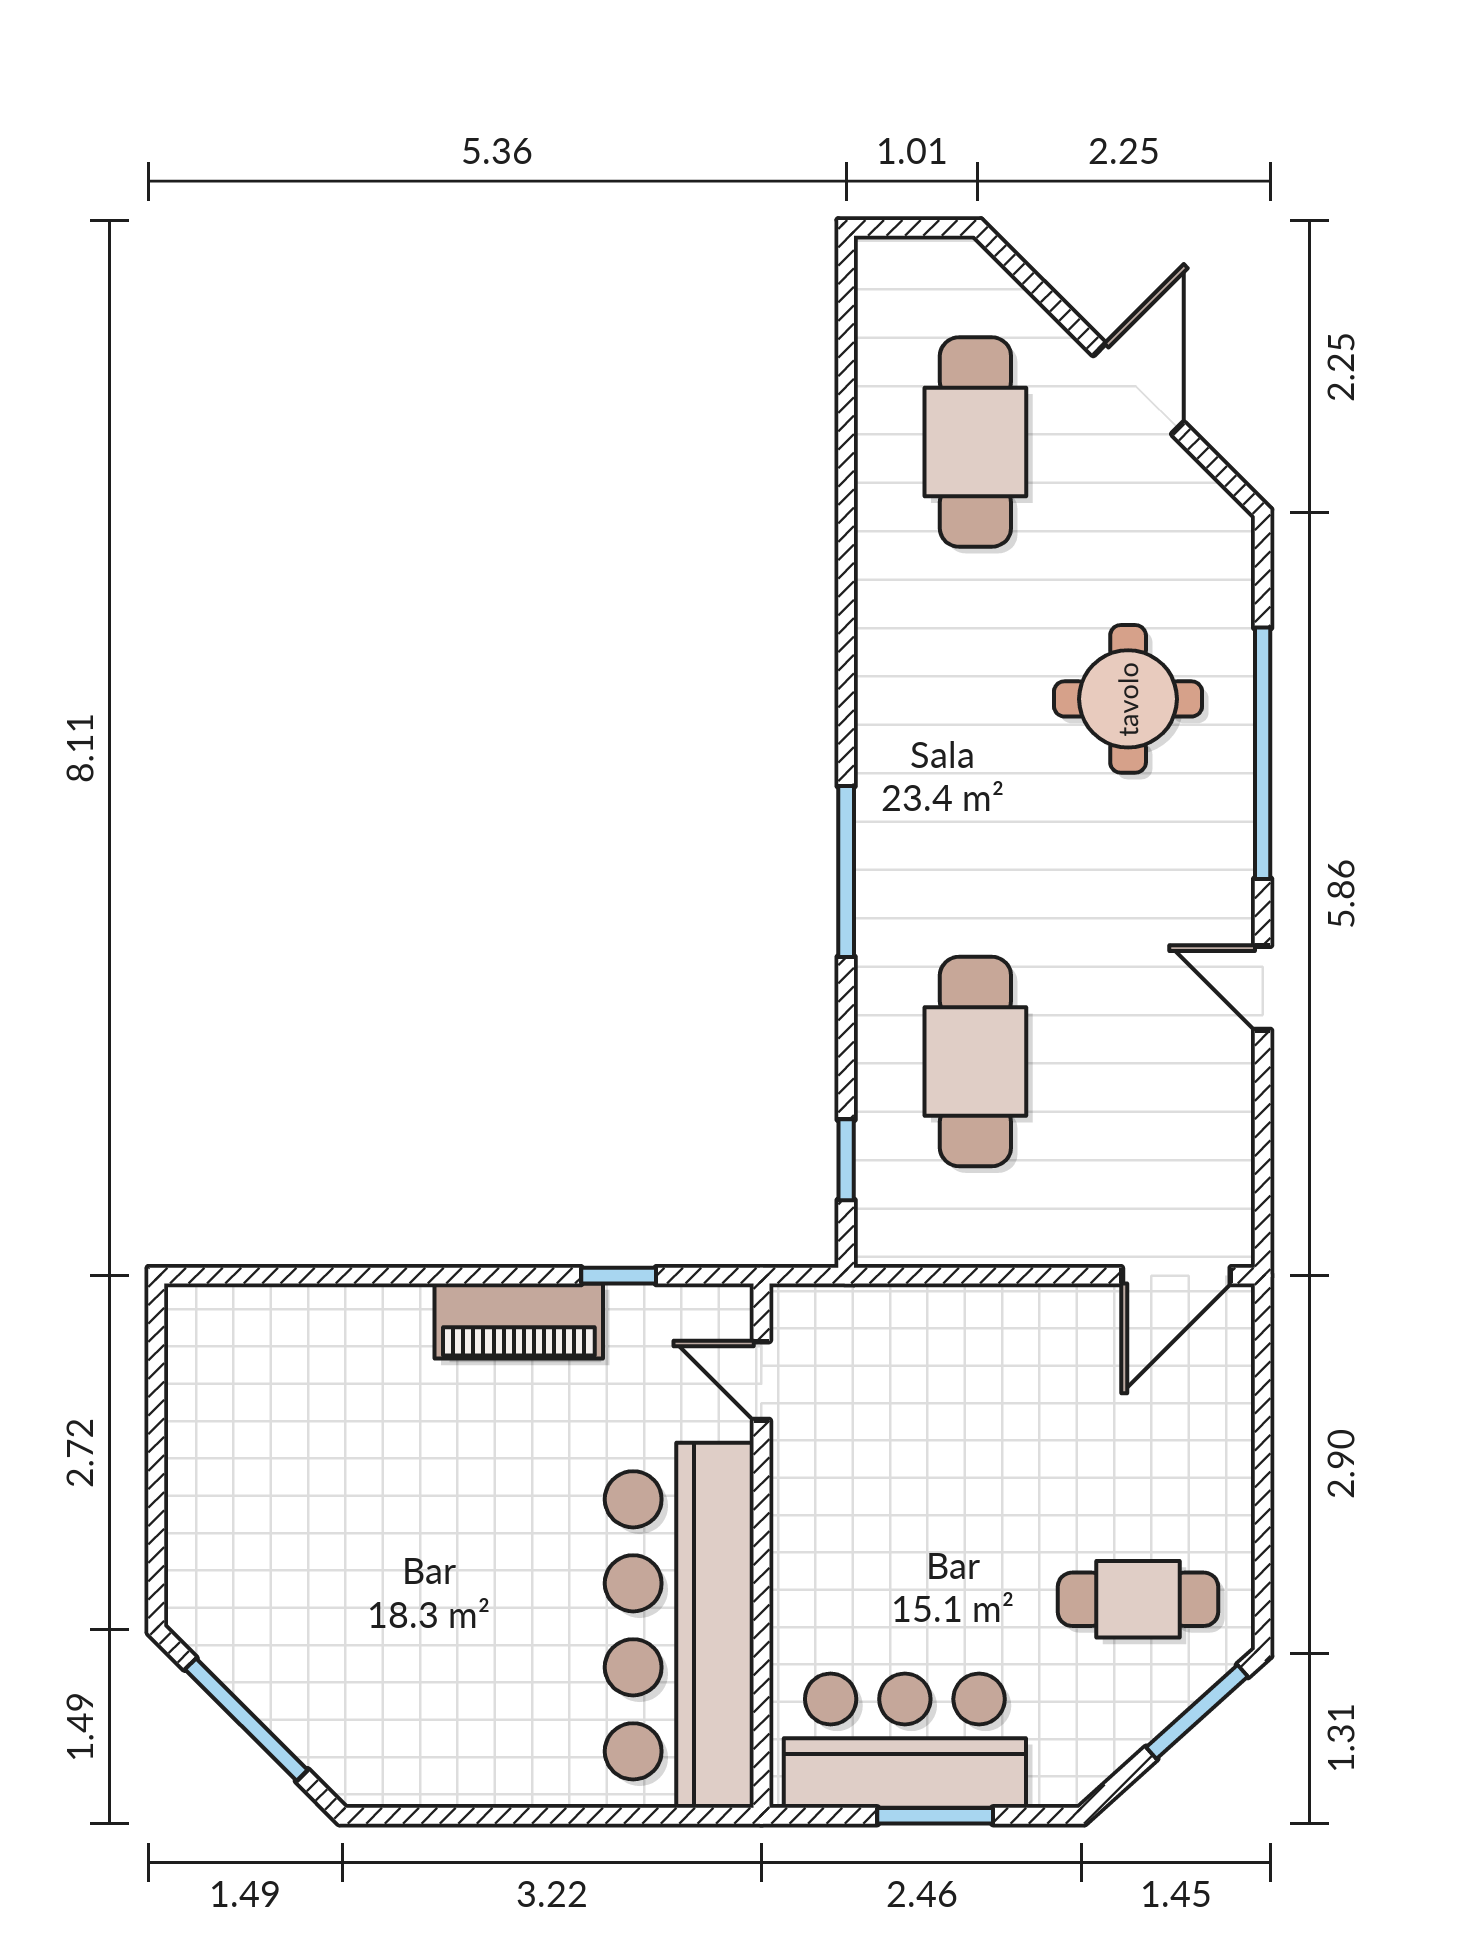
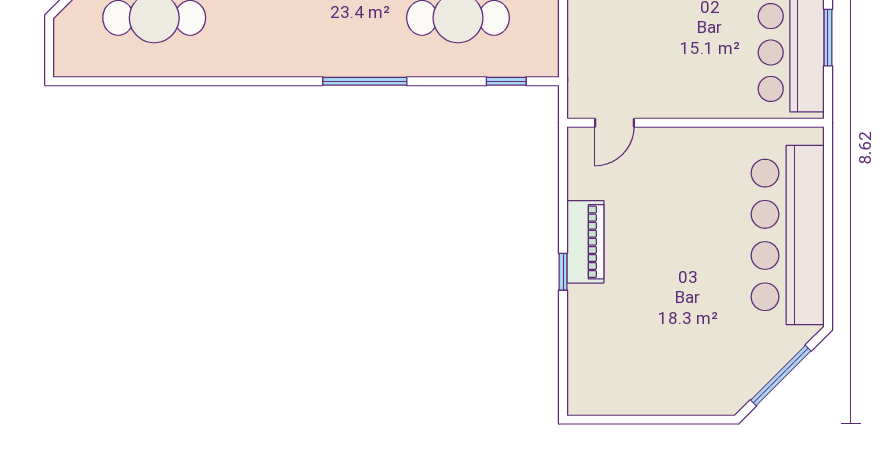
window: (619, 1276) -> (563, 272), moved
bar counter: (679, 1625) -> (788, 235), moved, turned 90

